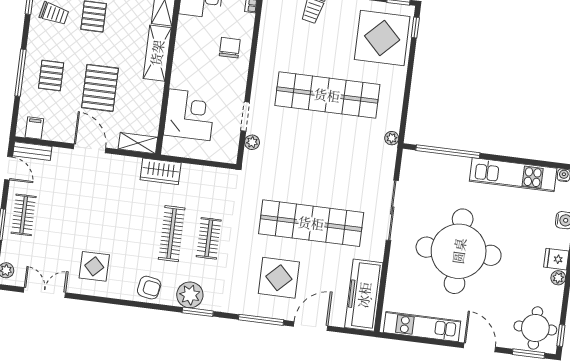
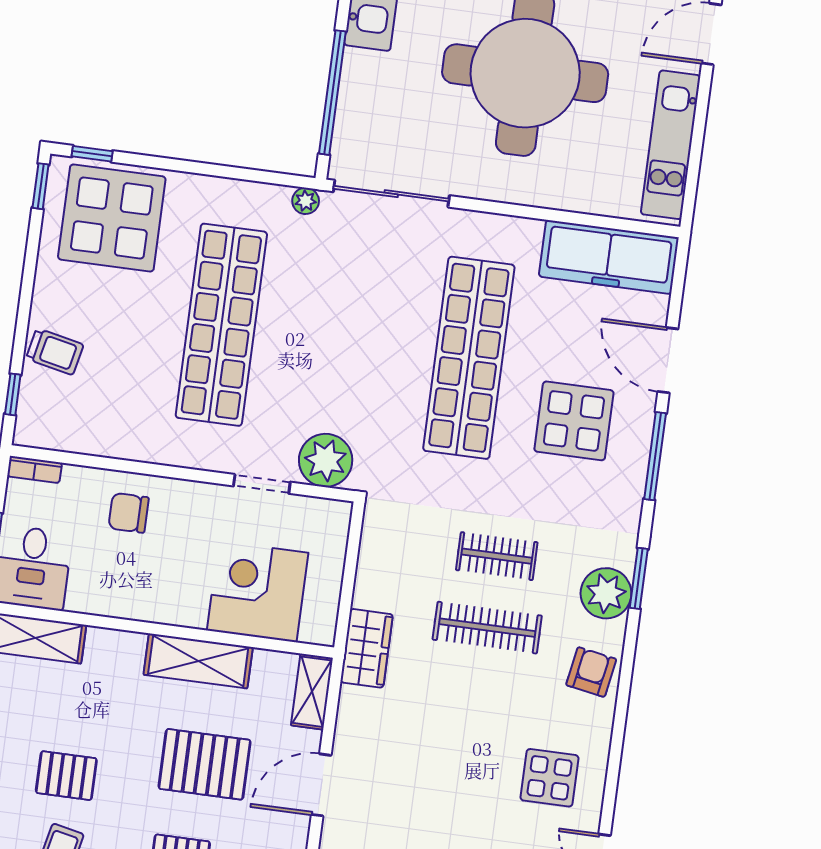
shelving: (157, 53) -> (198, 661), moved
plant: (252, 142) -> (326, 460), width x1.88, depth x1.88
sliding door: (392, 210) -> (391, 194), moved

